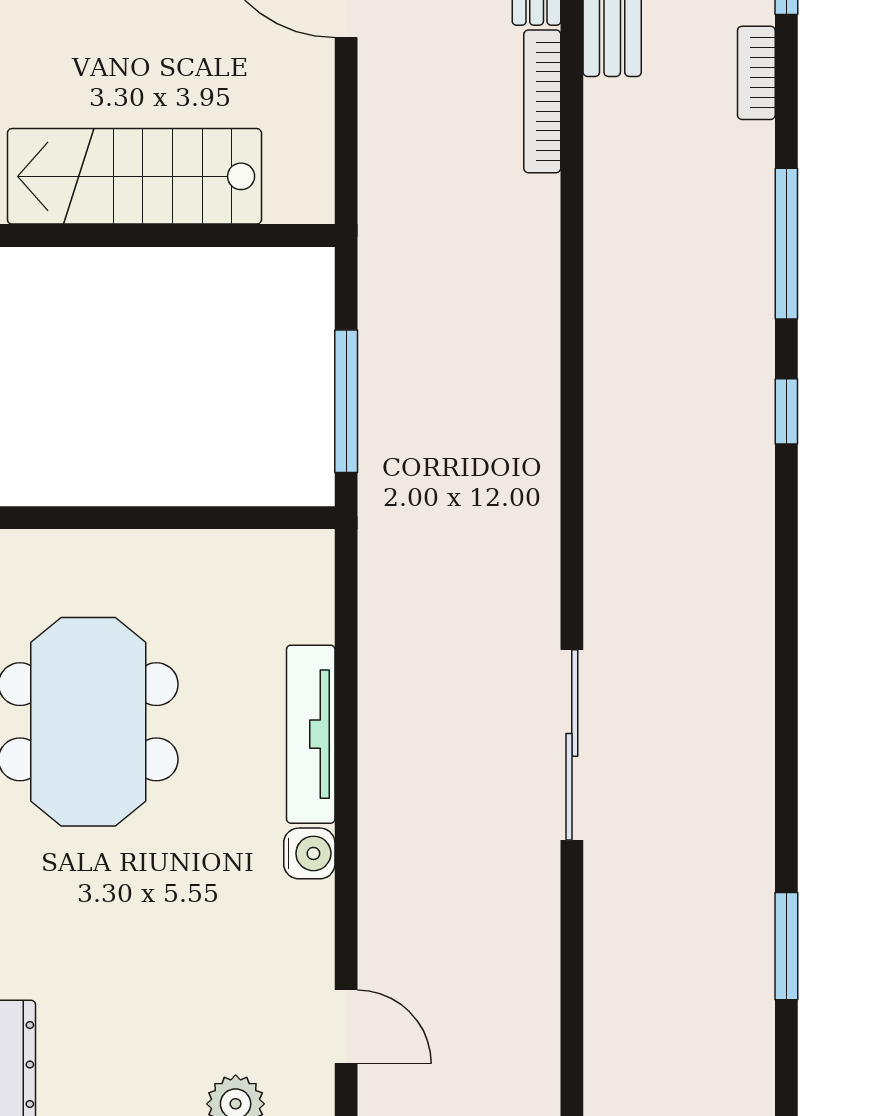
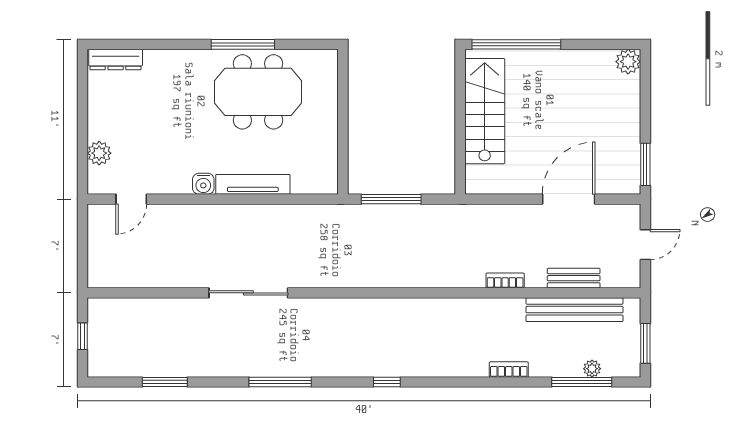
bookcase: (756, 73) -> (509, 370), moved
bookcase: (542, 101) -> (505, 281), width x0.64
window: (786, 244) -> (280, 382), moved

